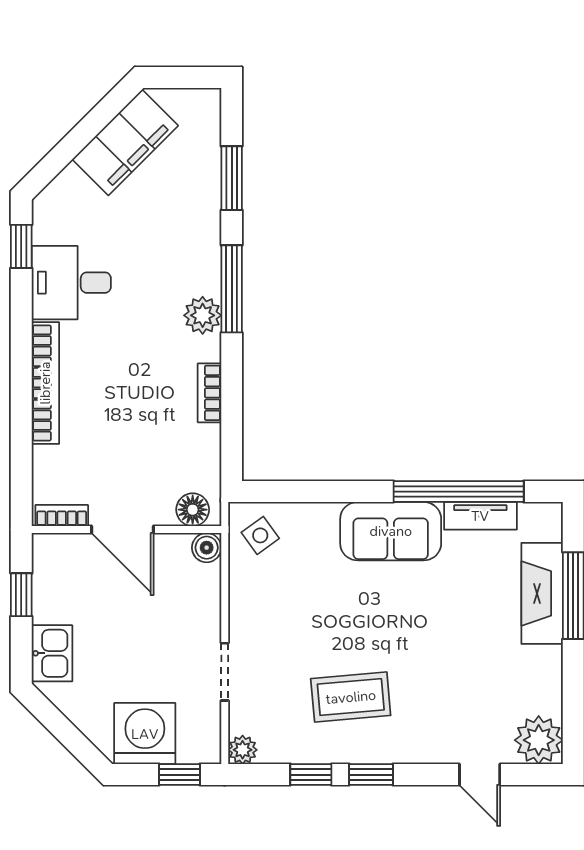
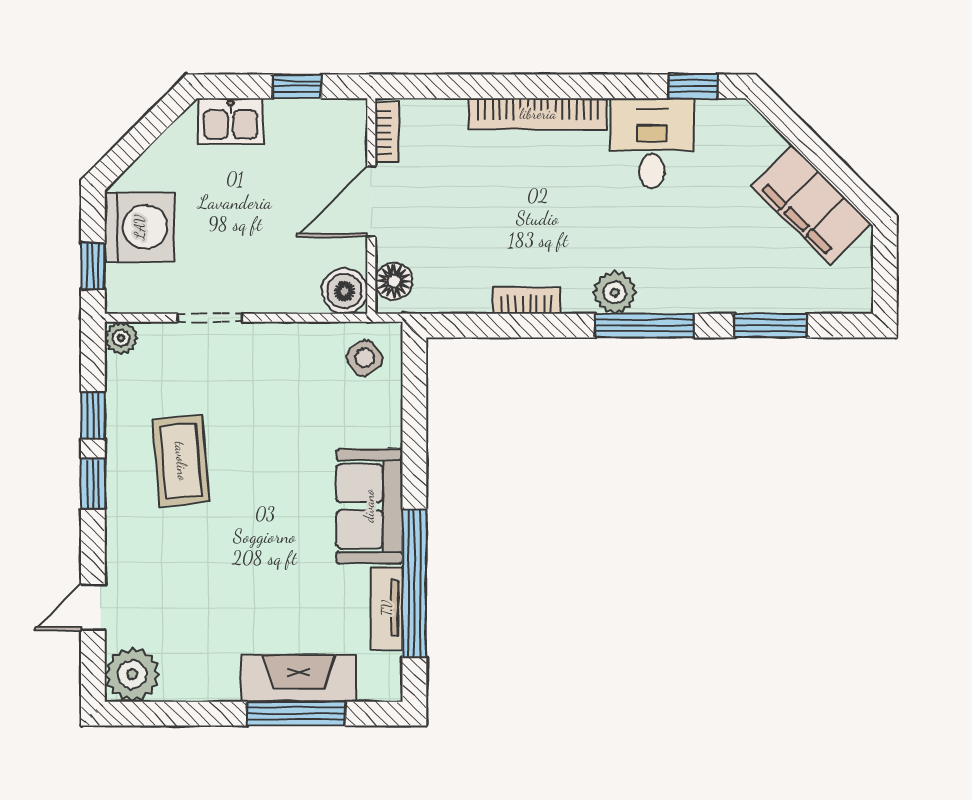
boiler: (207, 548) -> (345, 291), width x1.36, depth x1.36

